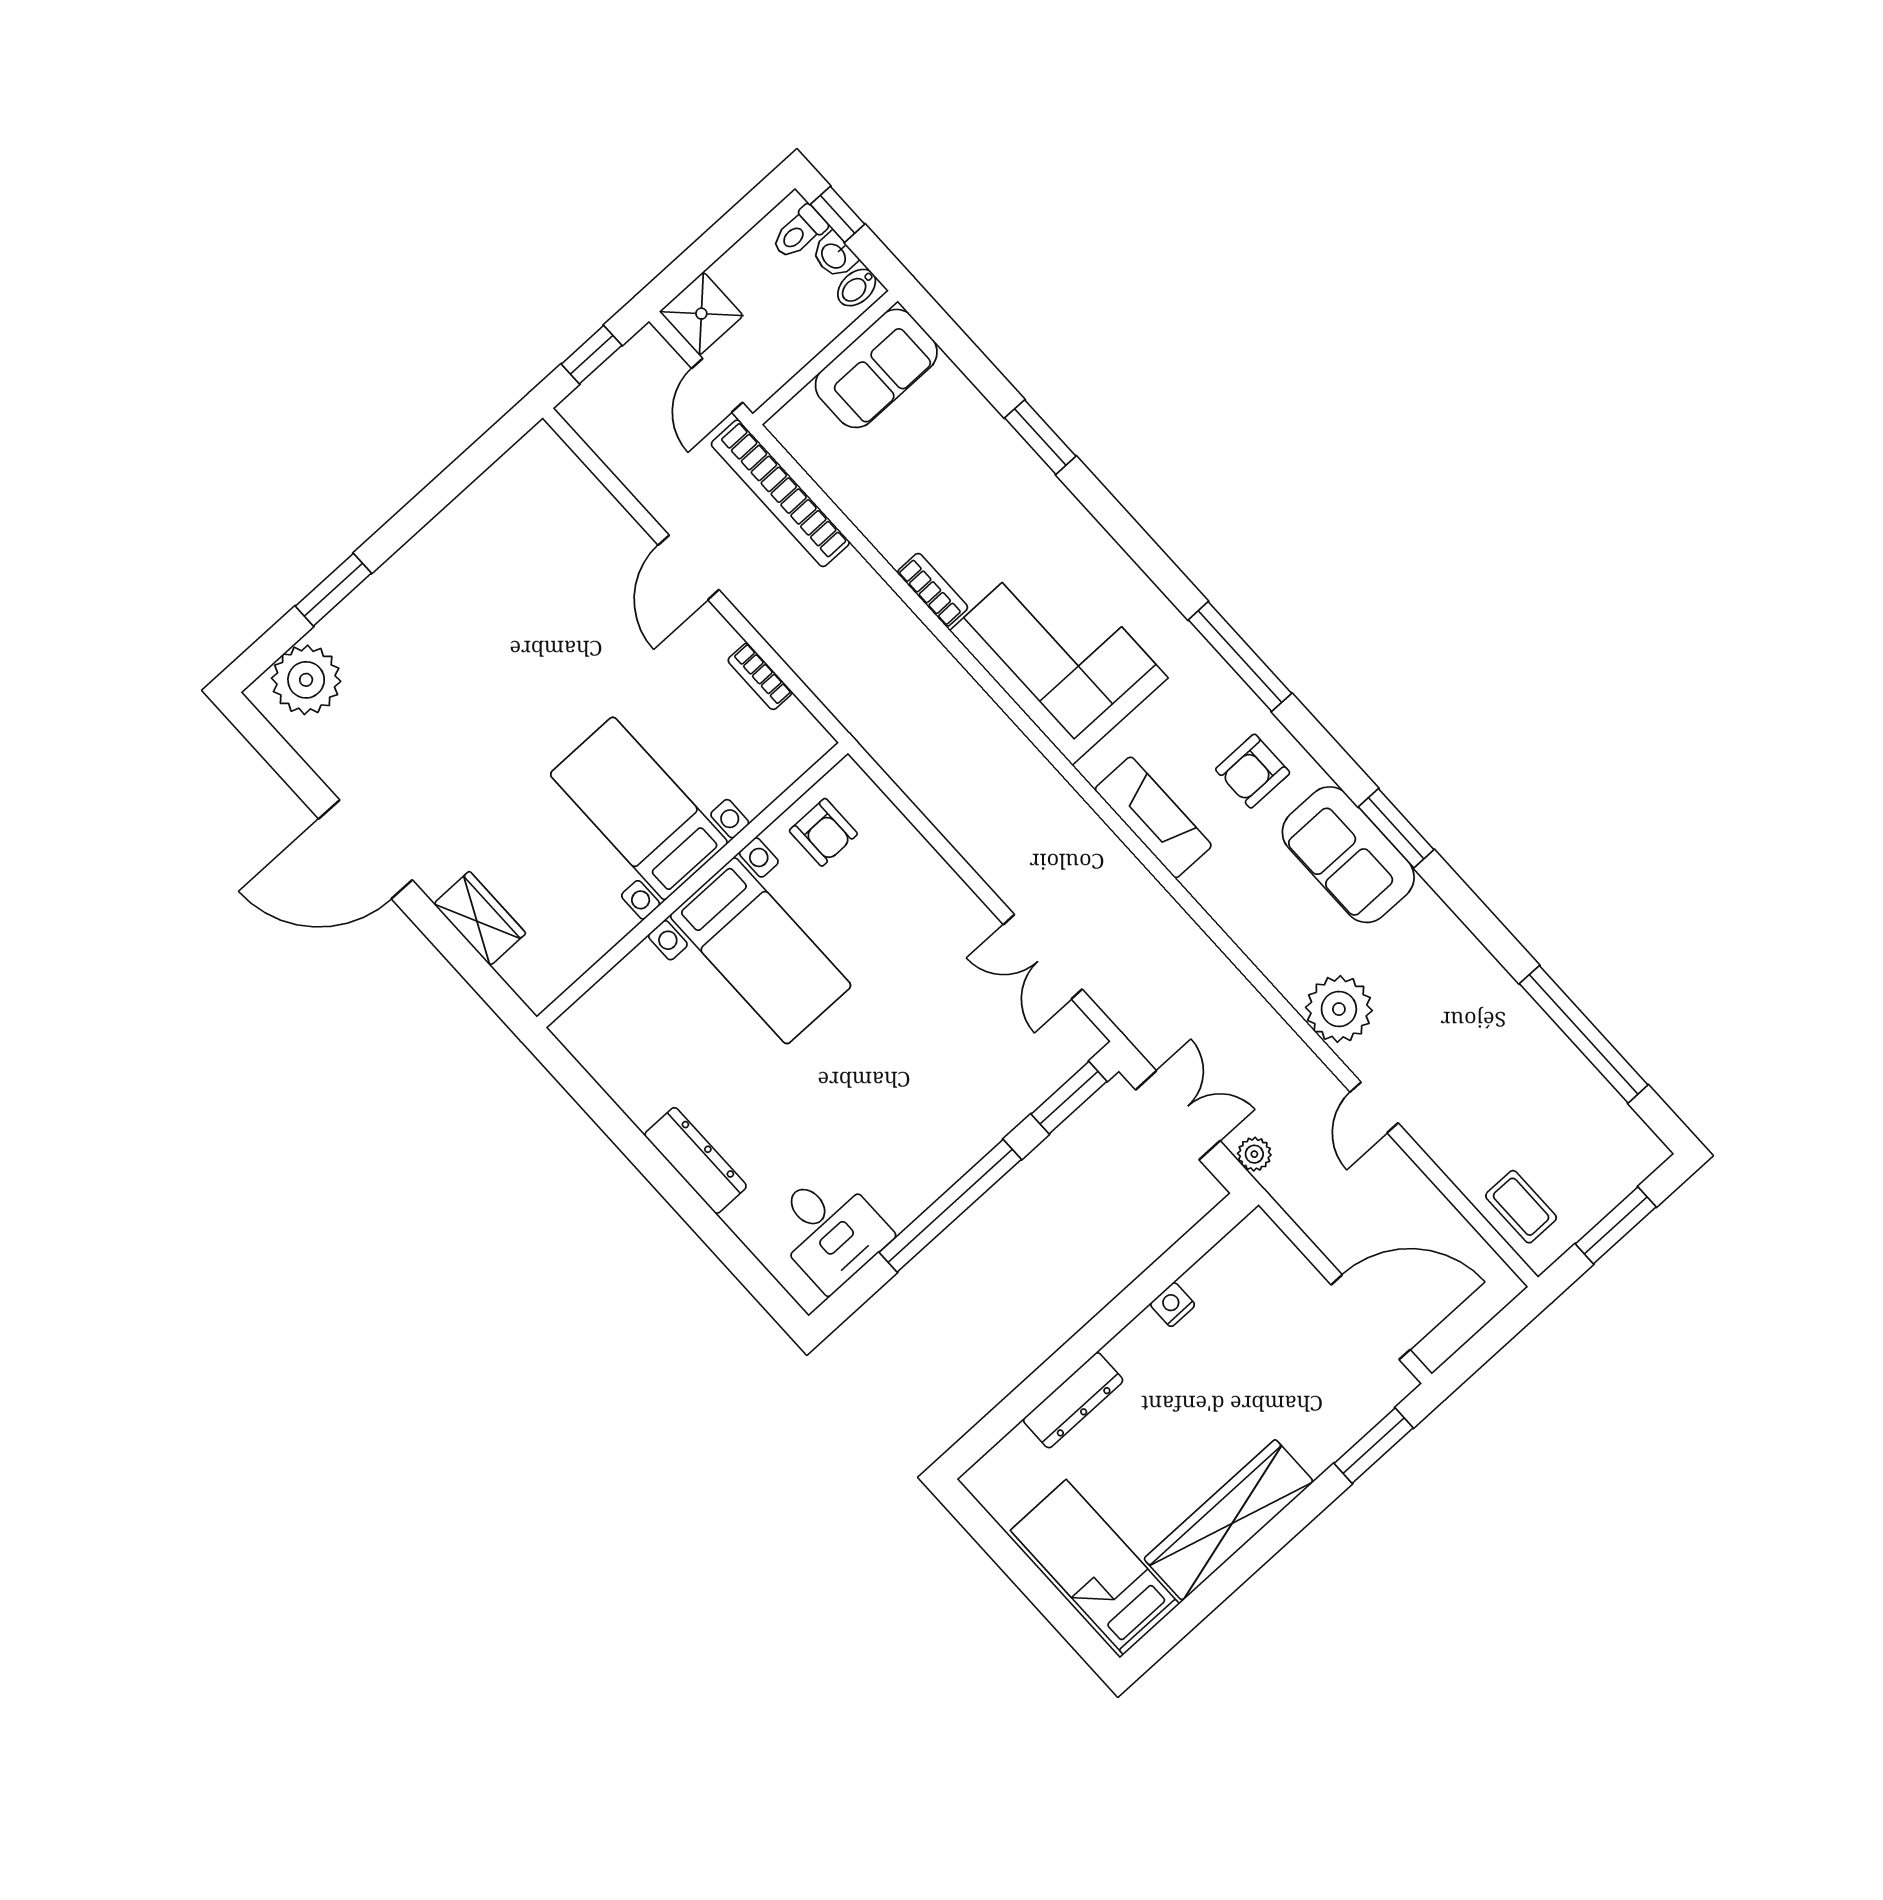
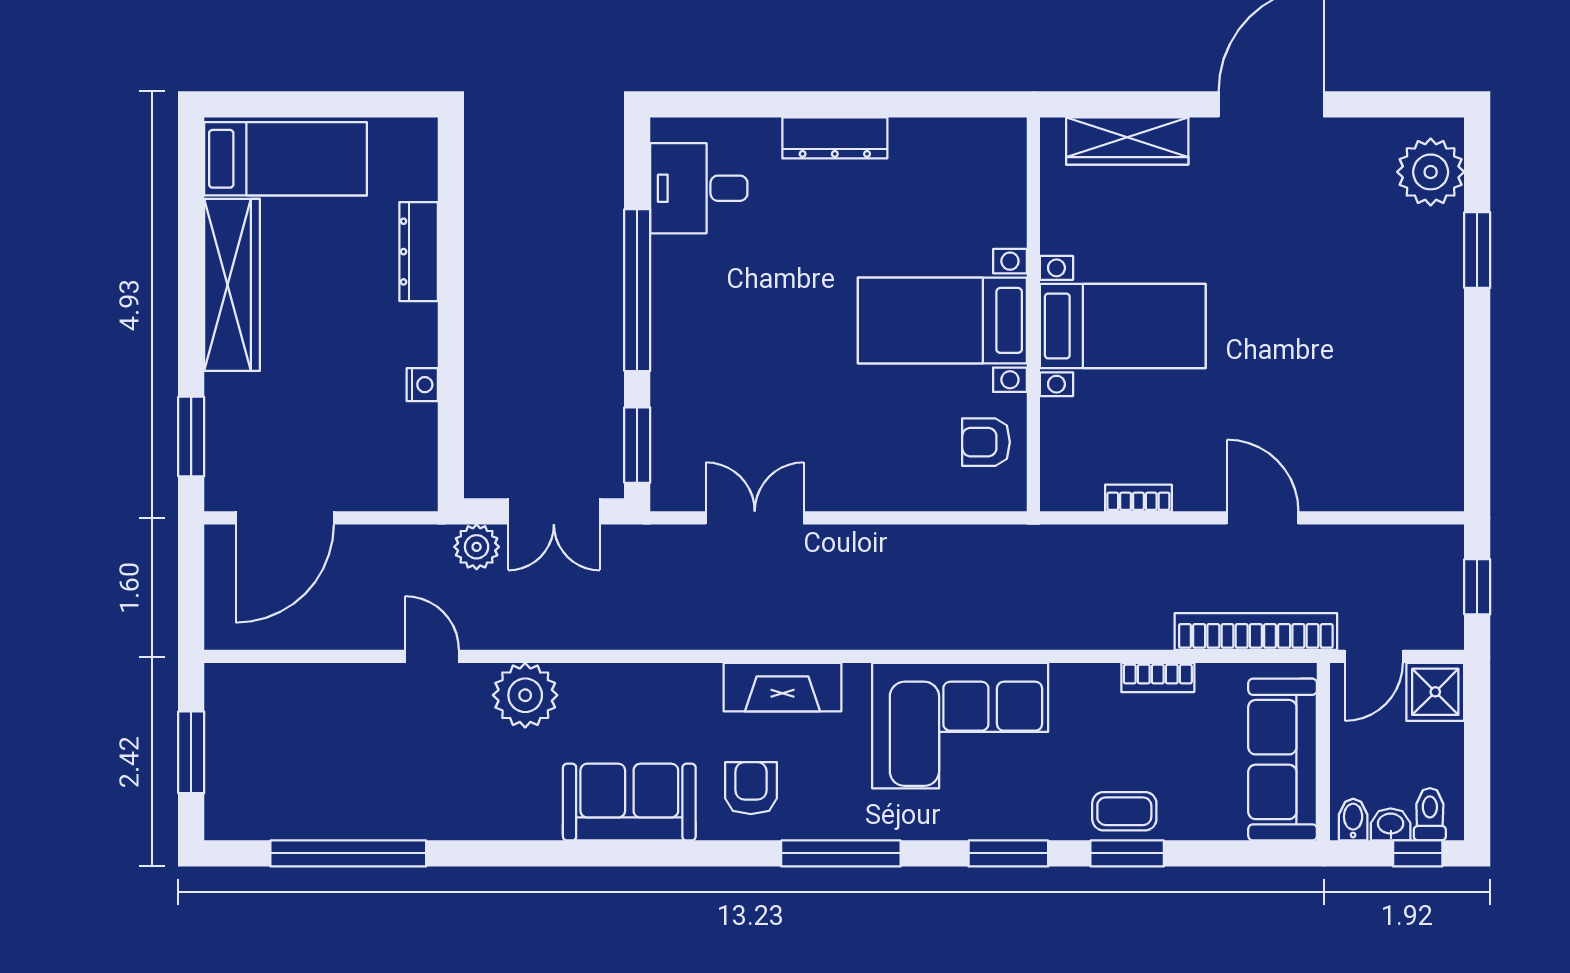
sofa: (876, 368) -> (1283, 760), width x1.36
door: (717, 385) -> (1374, 656), swing flipped
bookcase: (933, 590) -> (1158, 678), moved
window: (1396, 828) -> (1008, 853), moved
wardrobe: (480, 918) -> (1127, 141), width x1.50
plant: (1254, 1154) -> (477, 547), width x1.38, depth x1.38
coffee table: (1521, 1207) -> (1124, 811), moved

